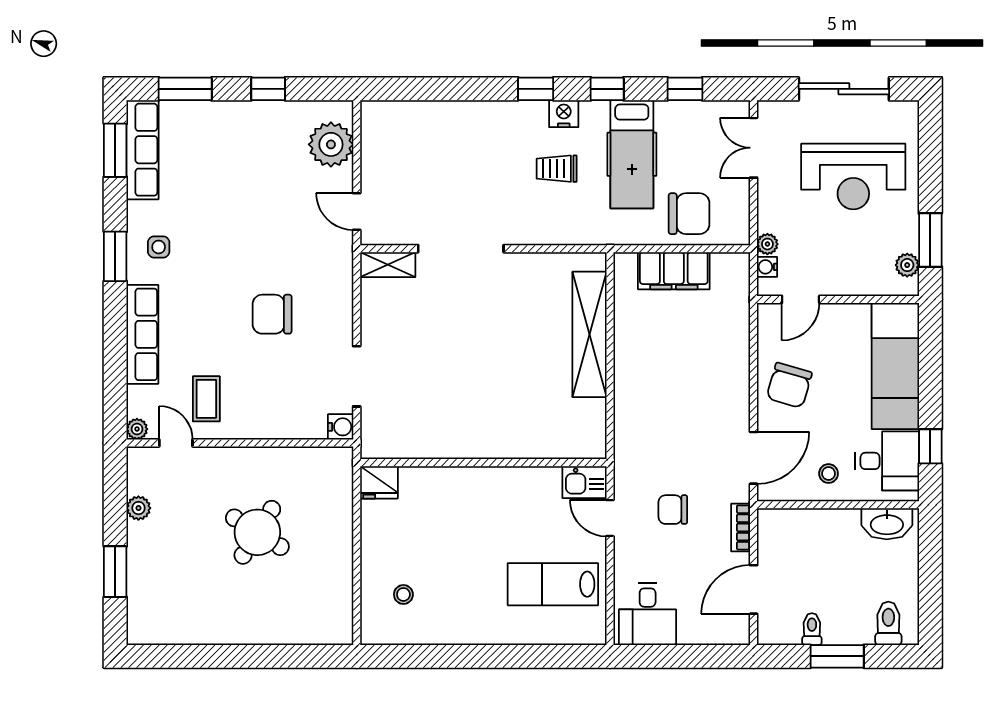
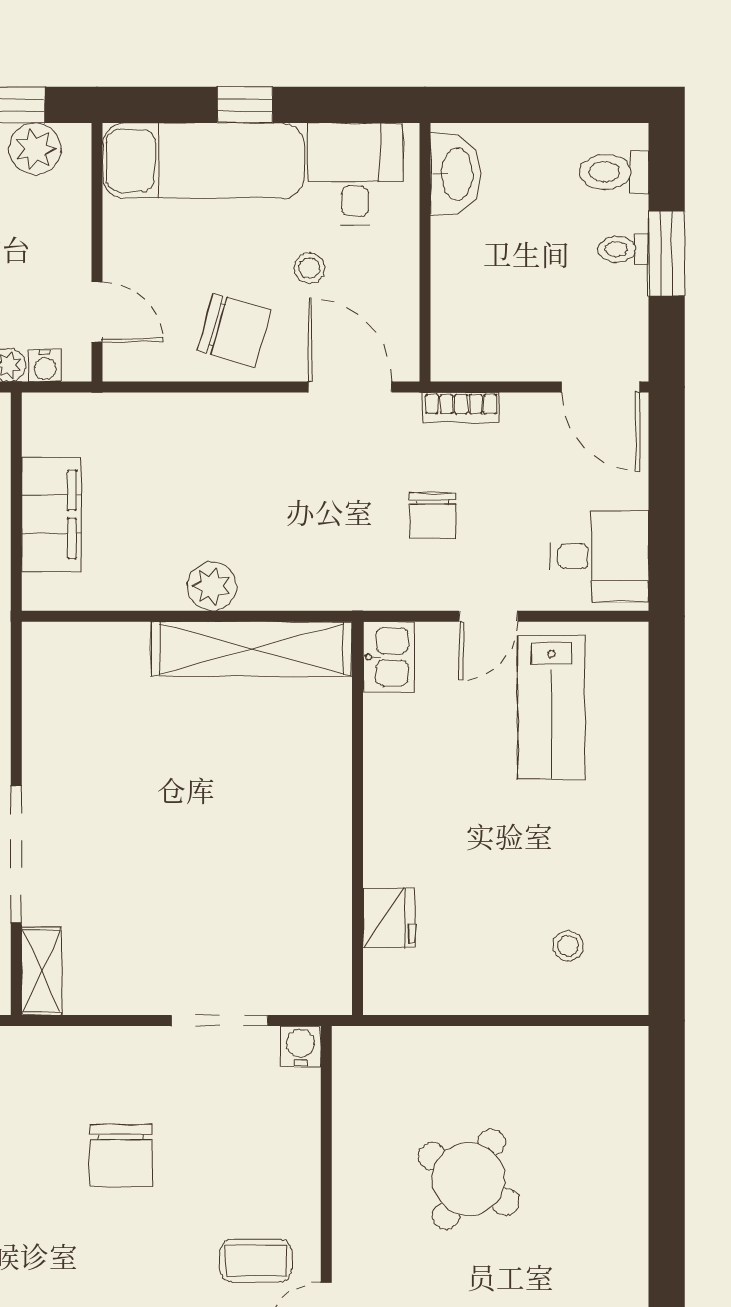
plant: (907, 265) -> (35, 149), width x1.38, depth x1.38
shelving: (589, 334) -> (251, 649), moved
plant: (629, 371) -> (212, 586), added
window: (930, 446) -> (245, 105), moved
stool: (829, 474) -> (310, 268), moved
fridge: (379, 482) -> (389, 918), moved
door: (610, 518) -> (488, 616), moved
door: (754, 589) -> (601, 387), moved
toilet: (812, 629) -> (623, 249), moved

